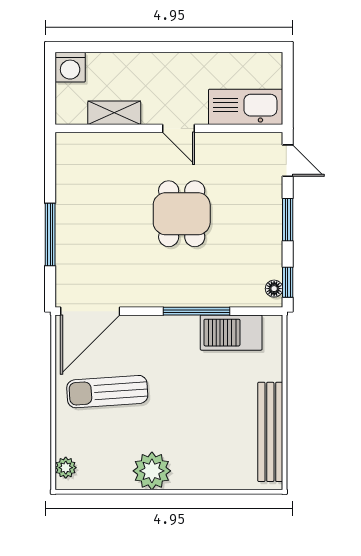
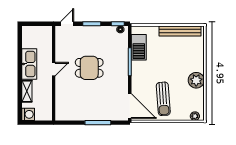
kitchen sink: (246, 107) -> (29, 64), moved, turned 180
shelving: (114, 113) -> (27, 91), moved

